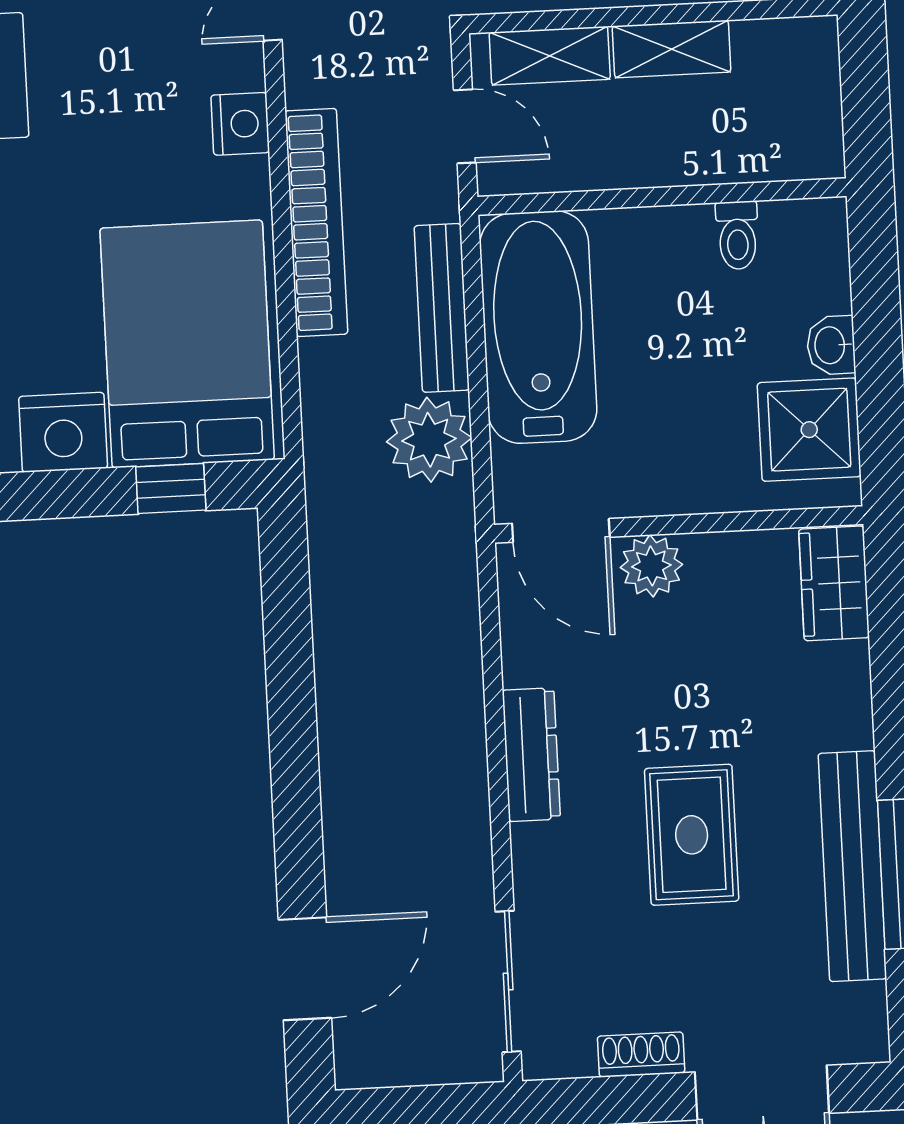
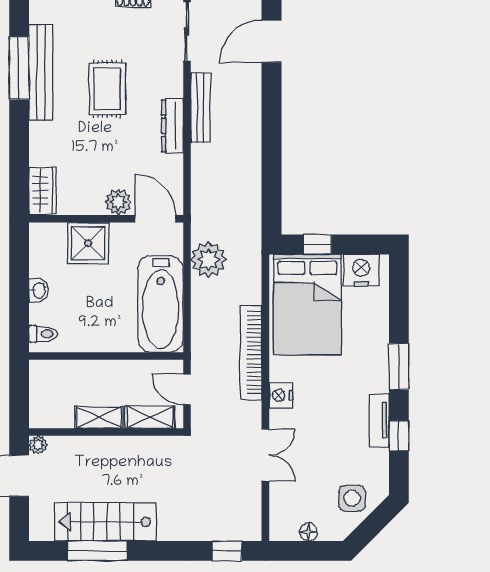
toilet: (737, 235) -> (43, 334), moved, turned 90
bench: (442, 308) -> (200, 108), moved
shower: (809, 430) -> (88, 243), moved

